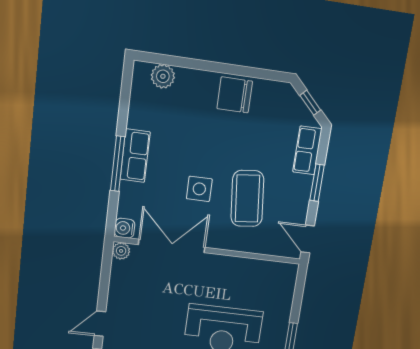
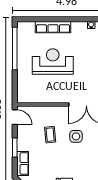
coffee table: (247, 199) -> (50, 135), width x0.54, depth x0.58

